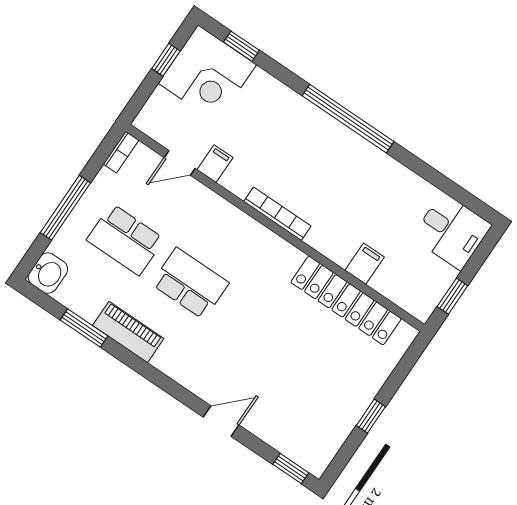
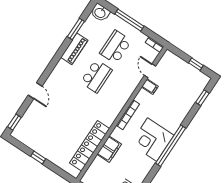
corner desk: (207, 74) -> (152, 140), moved
filing cabinet: (365, 264) -> (109, 149), width x2.00

